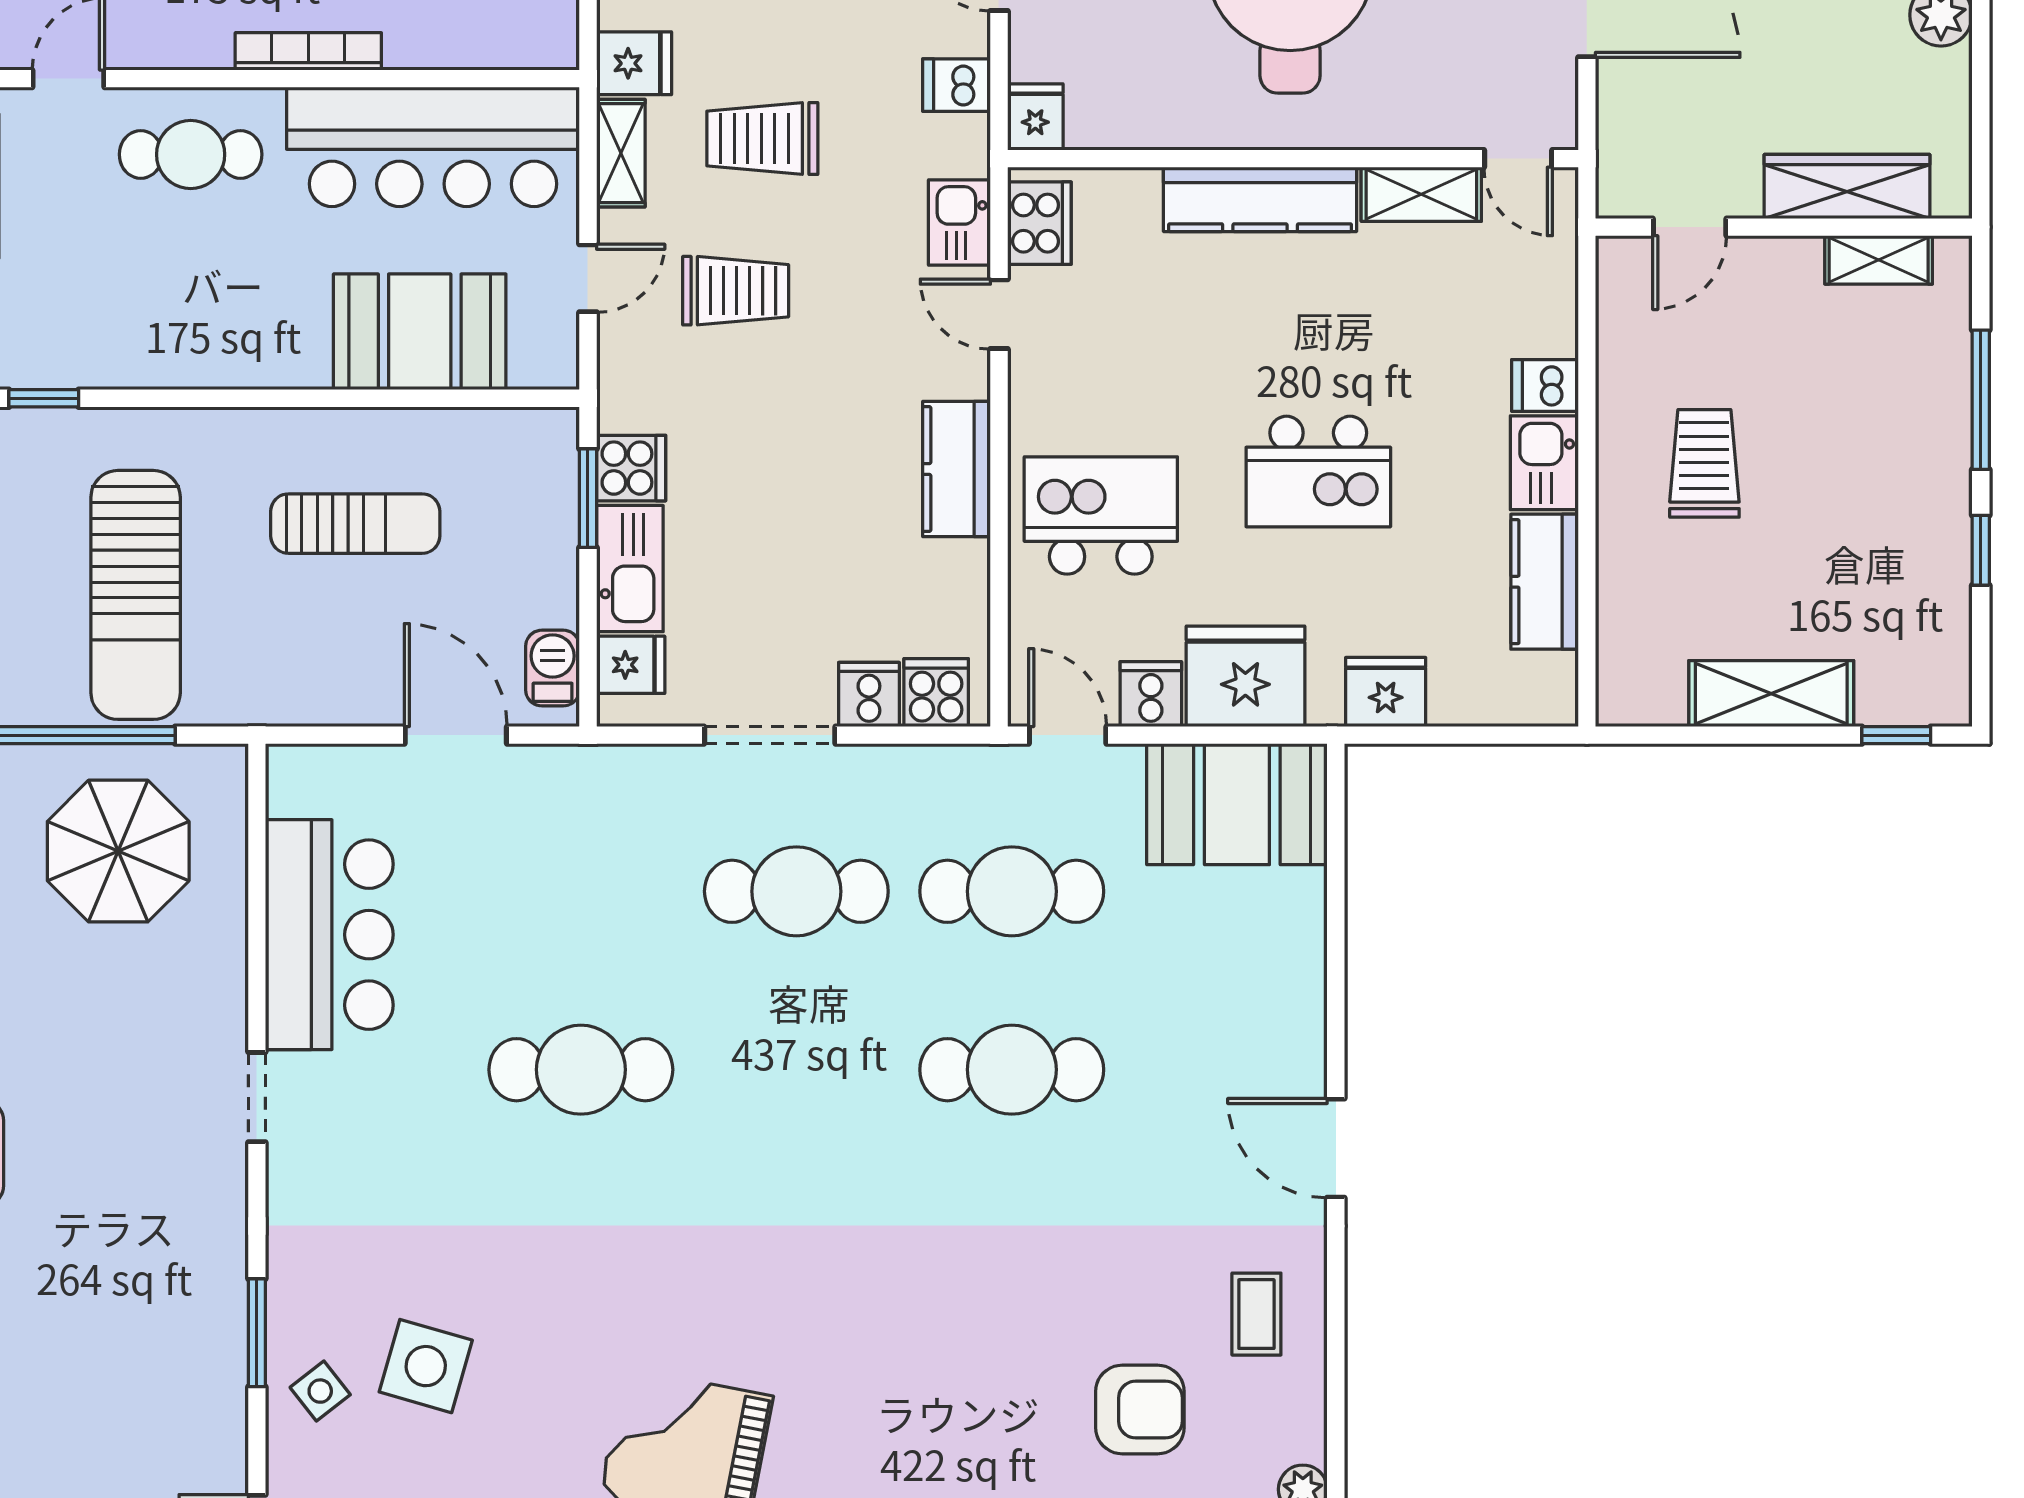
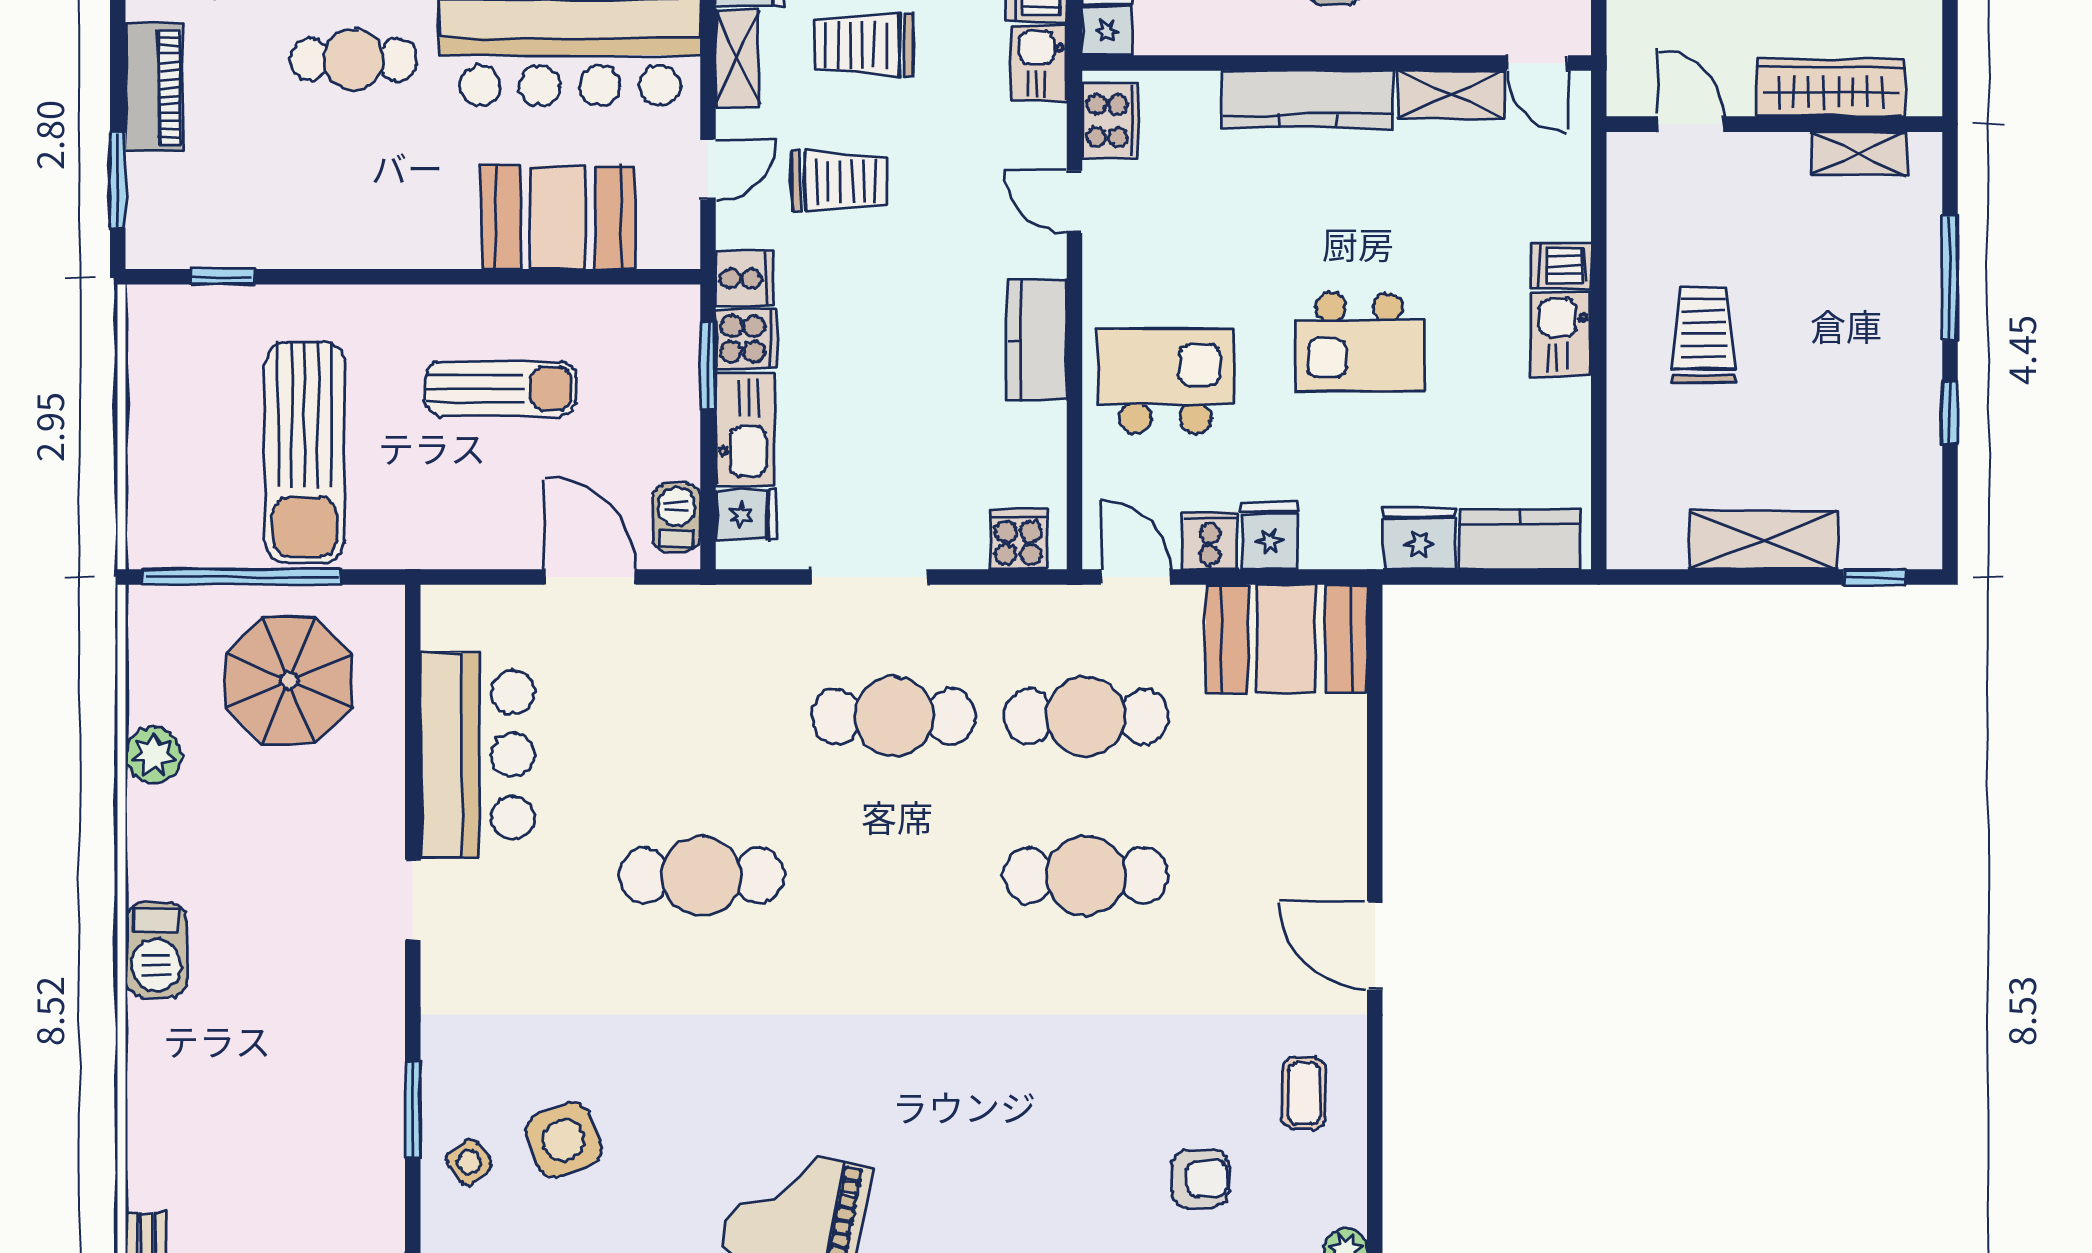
kitchen sink: (959, 222) -> (1039, 63), moved
door: (1690, 227) -> (1690, 124), swing flipped
kitchen counter: (1545, 582) -> (1519, 539), moved, turned 90
fridge: (1245, 676) -> (1269, 536), width x0.53, depth x0.75
cooker: (869, 694) -> (744, 279), moved, turned 90
side table: (426, 1366) -> (563, 1140), turned -37
armchair: (1140, 1410) -> (1200, 1178), width x0.72, depth x0.72

